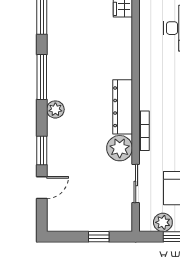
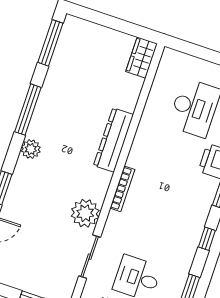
dresser: (123, 107) -> (113, 140), moved
bookcase: (144, 131) -> (122, 189), moved

